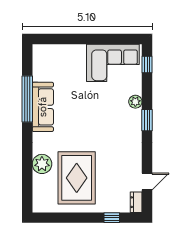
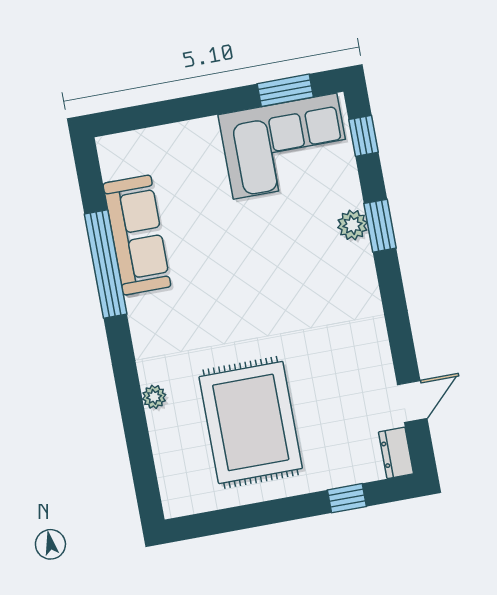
window: (117, 39) -> (285, 90), added
sofa: (43, 107) -> (137, 235), moved
window: (147, 120) -> (380, 226), moved
plant: (42, 164) -> (154, 397), width x0.53, depth x0.53

